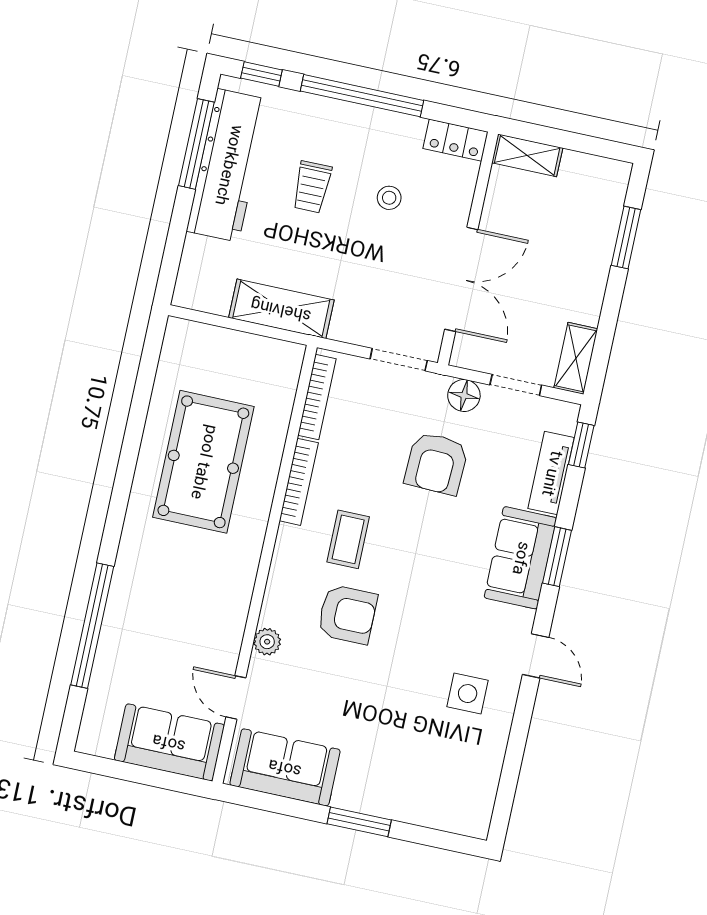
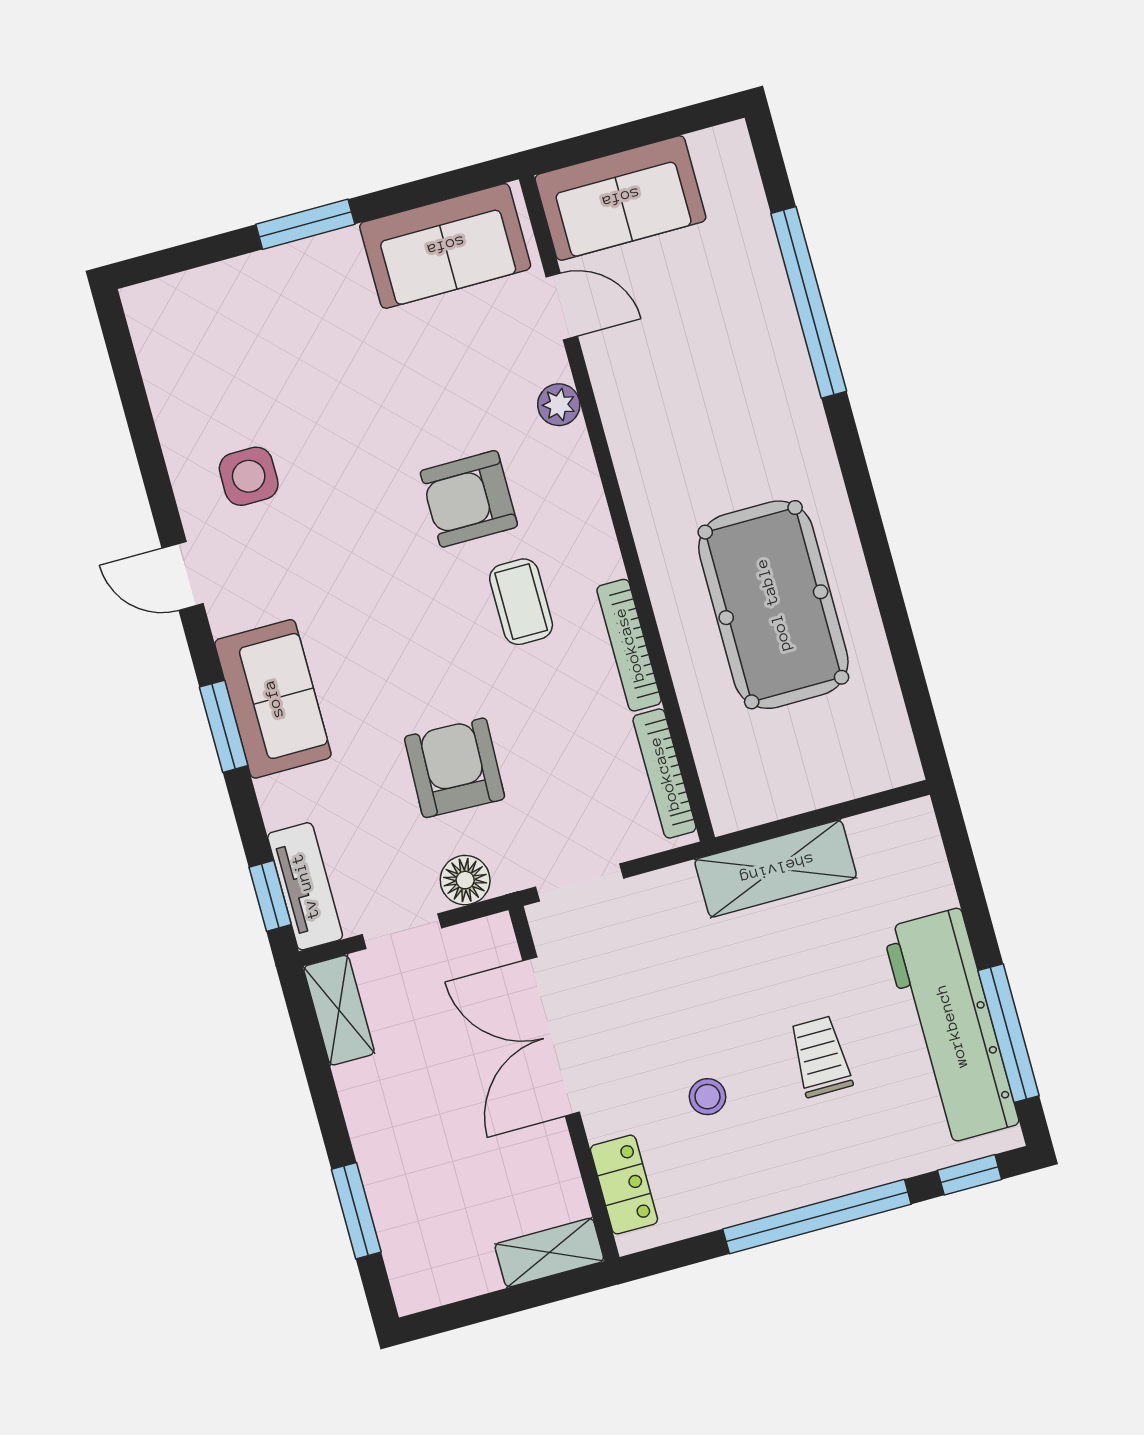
locker: (455, 140) -> (624, 1185), moved, turned 90
tv unit: (551, 473) -> (305, 886), moved

